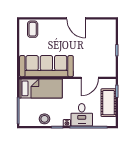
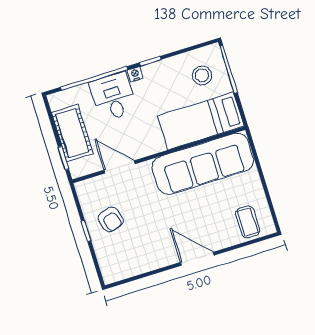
door: (76, 18) -> (197, 259), moved
armchair: (102, 52) -> (111, 219), added
door: (90, 78) -> (119, 167), hinge flipped
stool: (44, 119) -> (202, 75), moved

